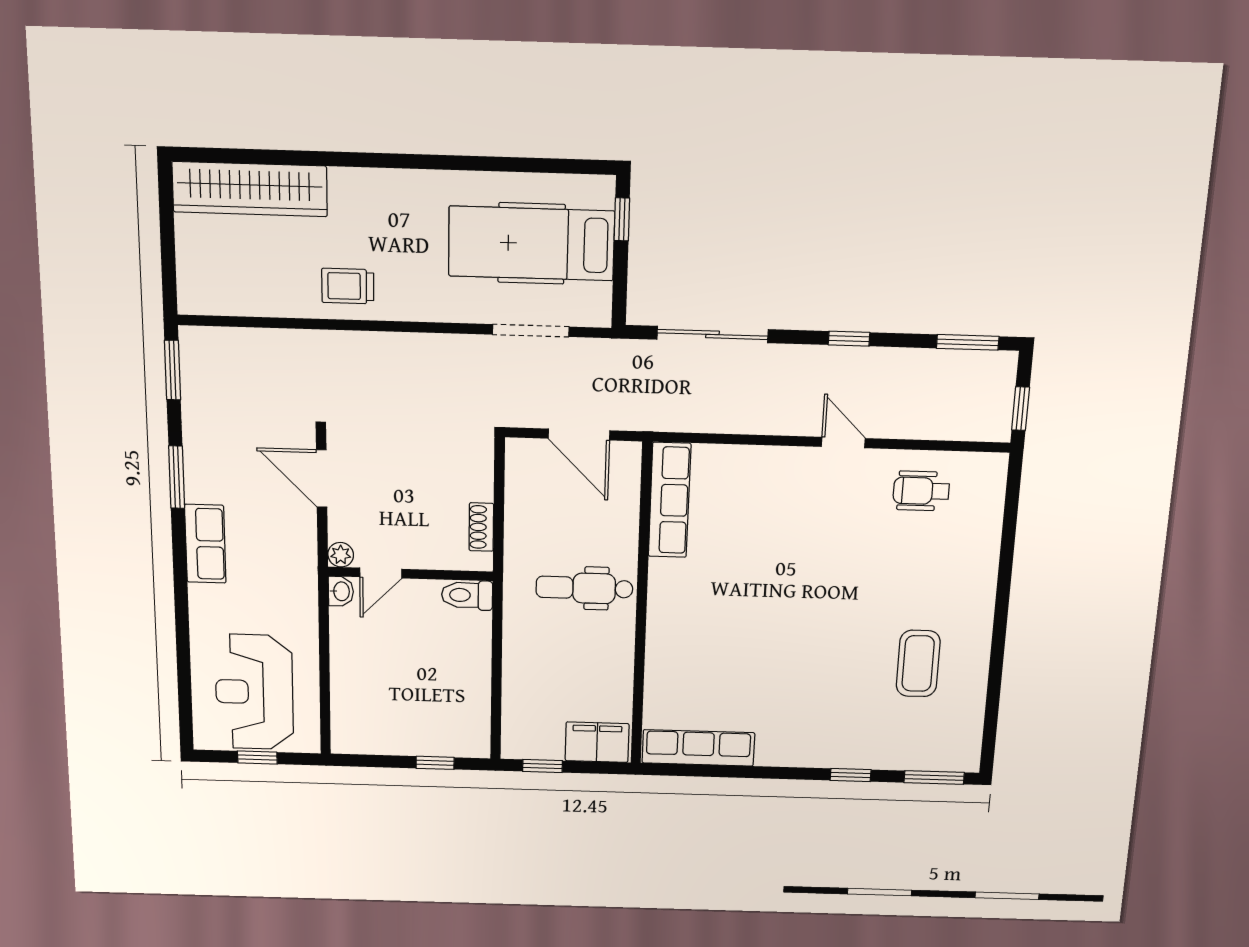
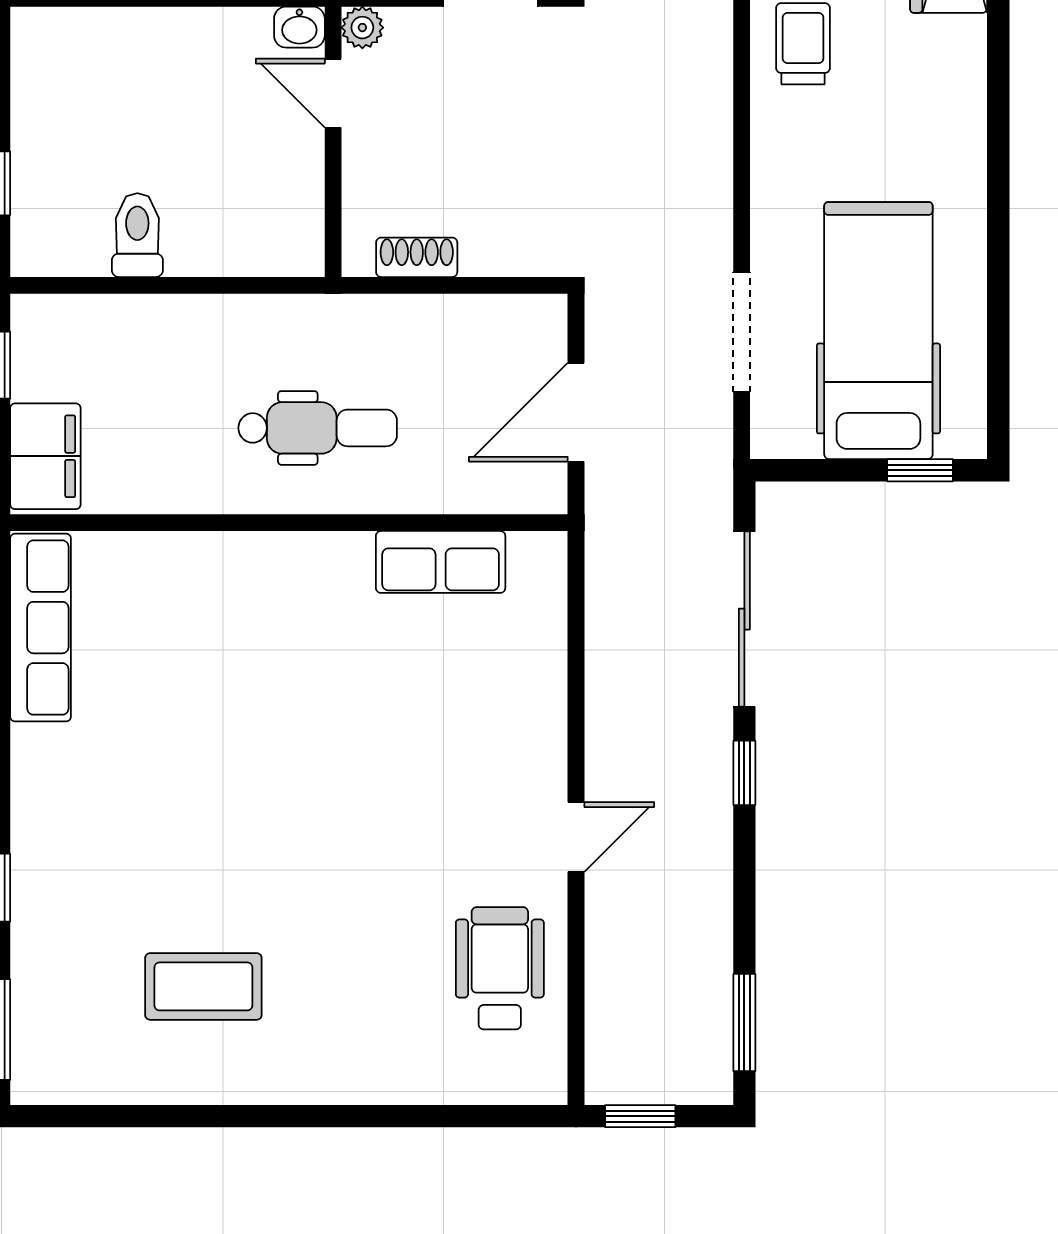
window: (849, 339) -> (744, 773), moved
wheelchair: (921, 491) -> (500, 968), width x1.36, depth x1.37
row of seats: (670, 500) -> (441, 562), width x0.68
dental chair: (584, 588) -> (318, 428), turned 90
toilet: (467, 595) -> (137, 235), moved

